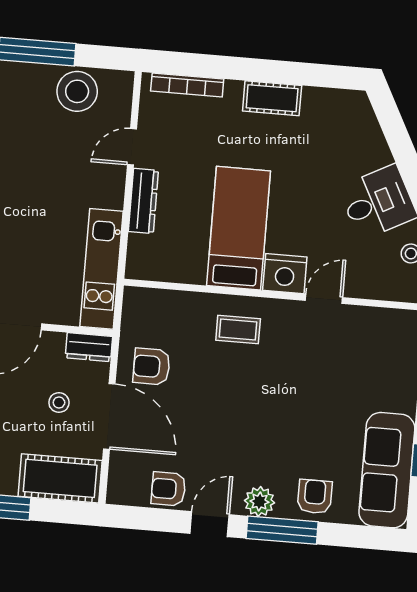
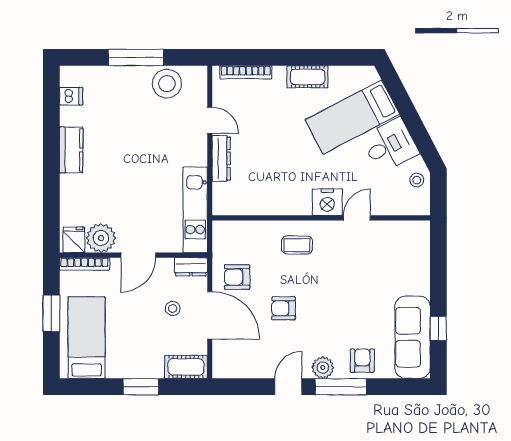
door: (132, 147) -> (210, 120), swing flipped
bed: (239, 228) -> (352, 117), moved, turned -118
cot: (60, 478) -> (186, 367), width x0.73, depth x0.75
armchair: (168, 489) -> (284, 308), moved

